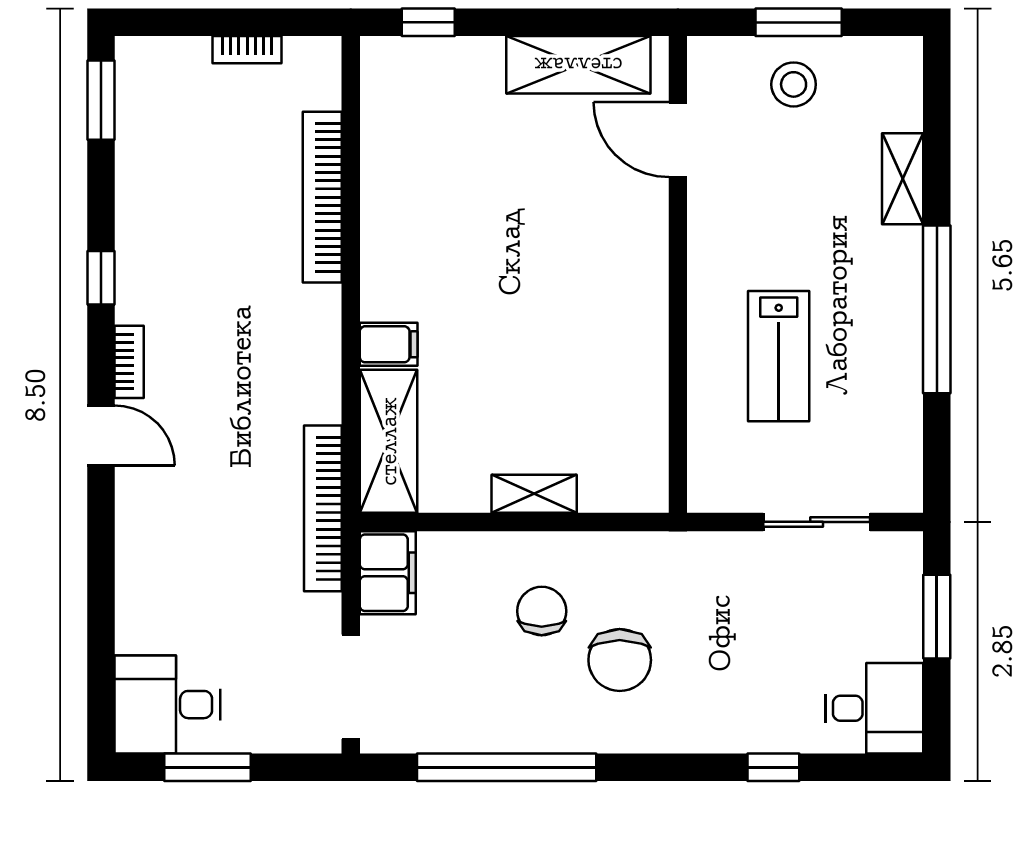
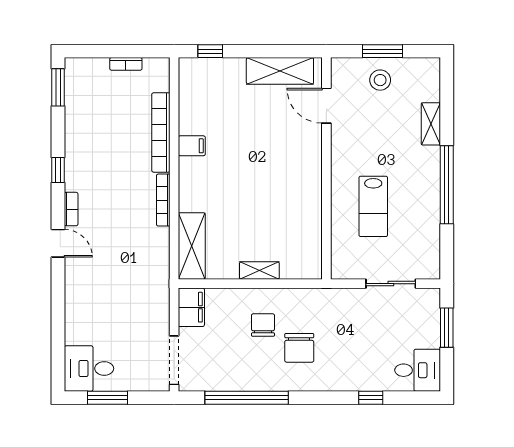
filing cabinet: (389, 344) -> (192, 146), moved
bookcase: (323, 508) -> (163, 200), moved, width x0.68, depth x0.76

